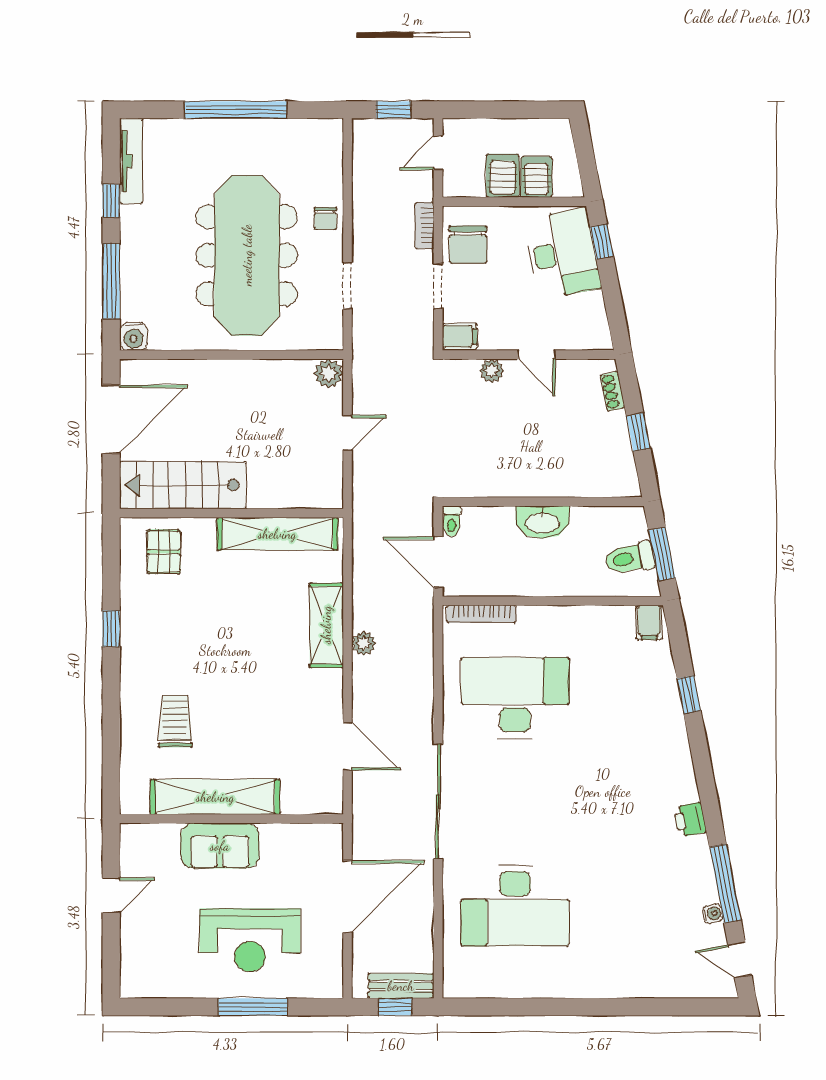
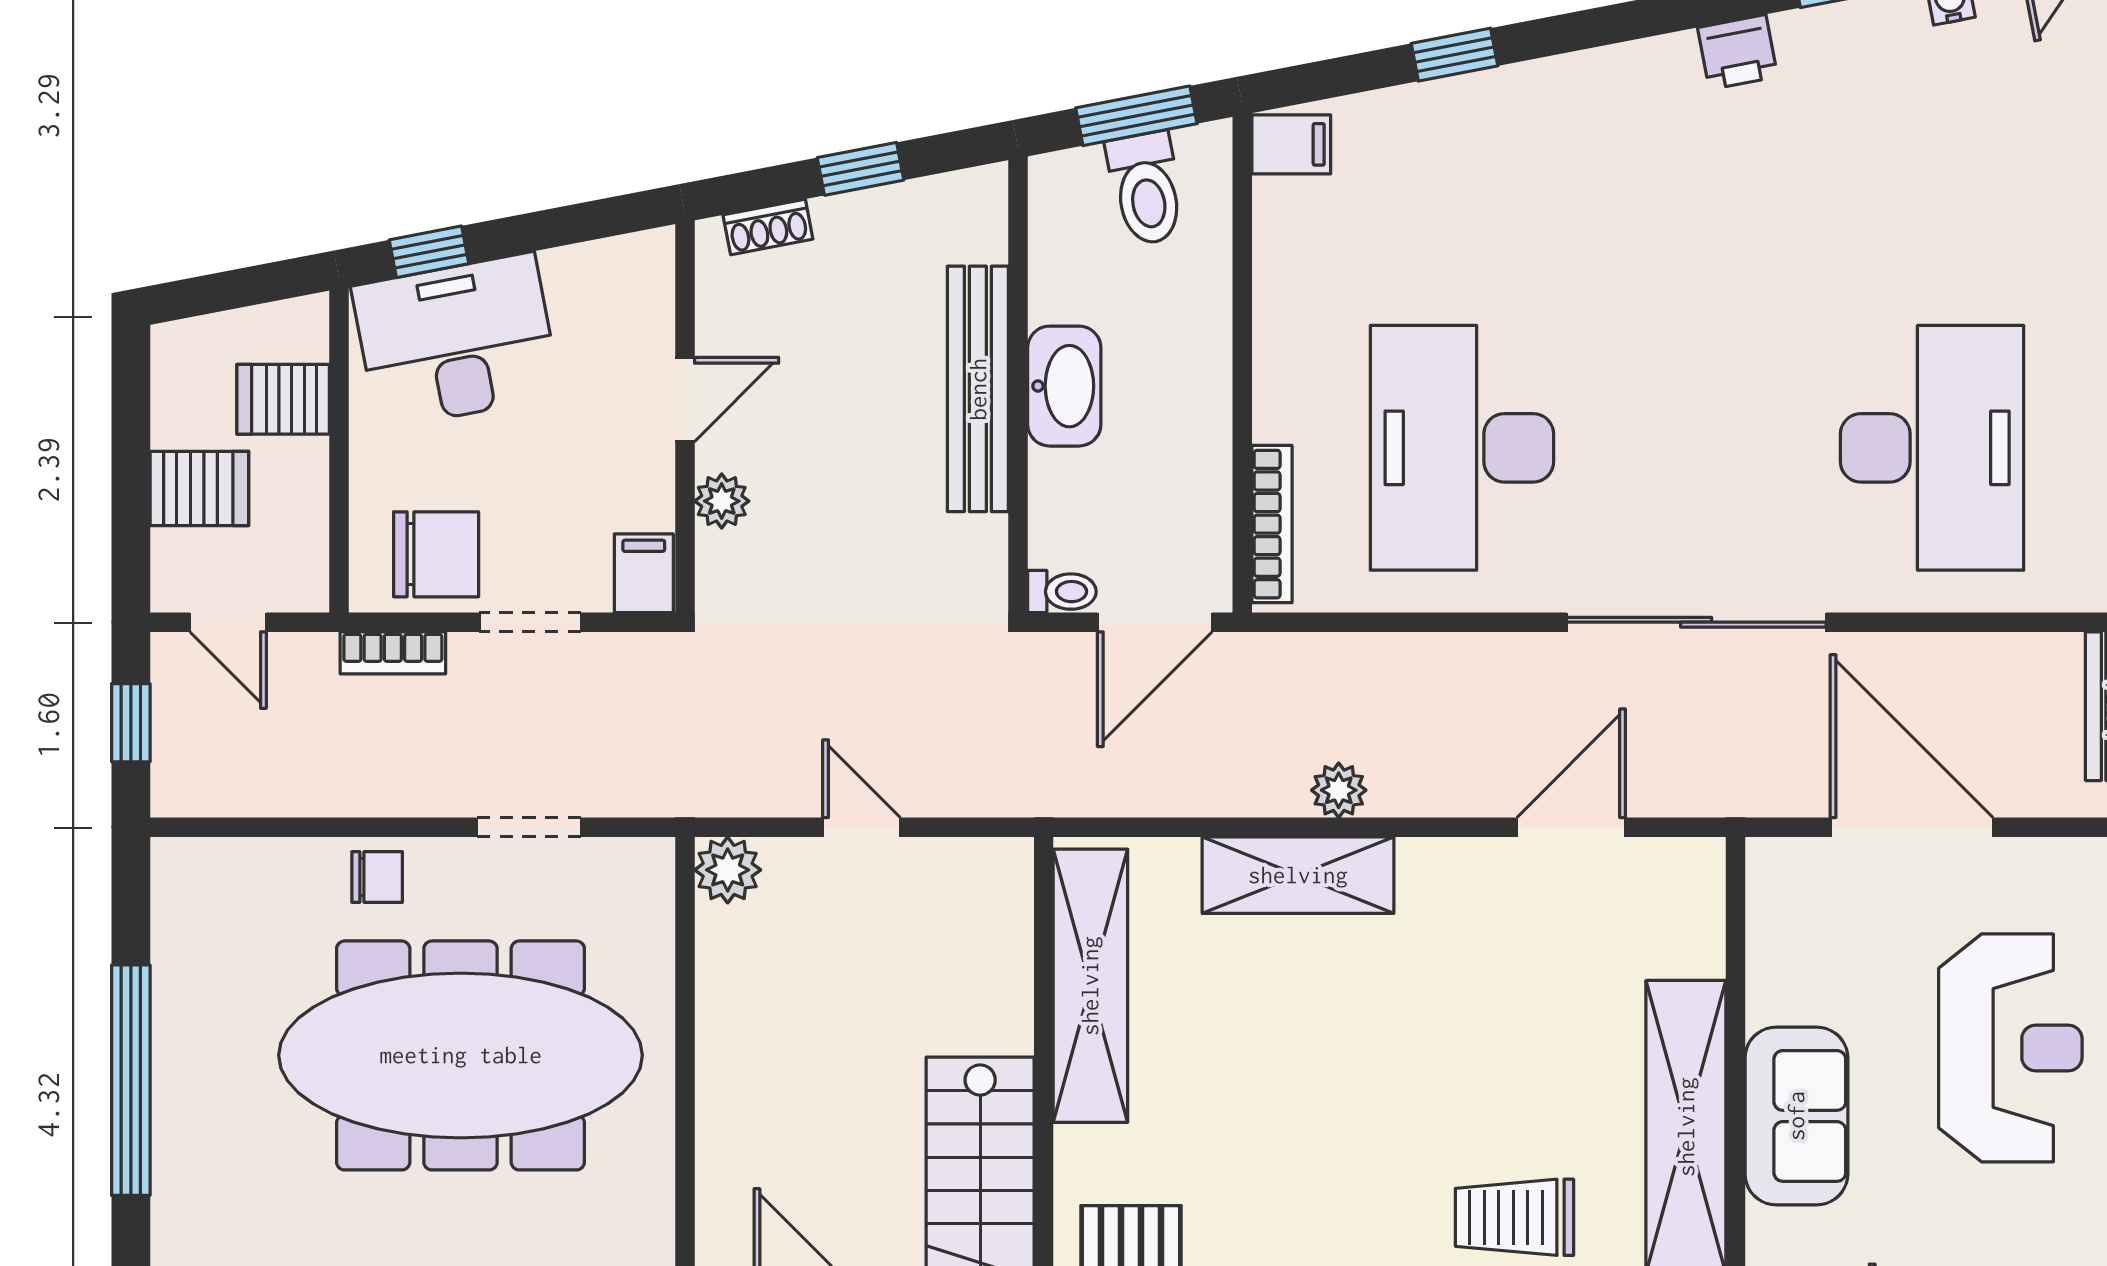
server rack: (502, 176) -> (199, 488), moved, turned 180
bench: (541, 484) -> (978, 389), added

